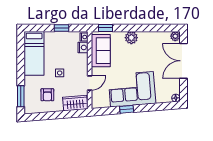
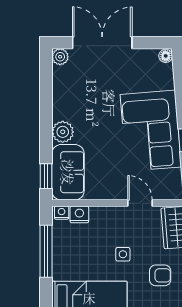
window: (61, 28) -> (46, 251), width x2.17
sofa: (101, 51) -> (68, 172), moved, turned 90
double door: (184, 61) -> (102, 43), swing flipped

